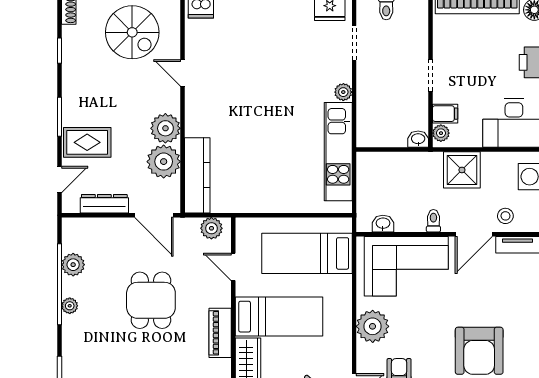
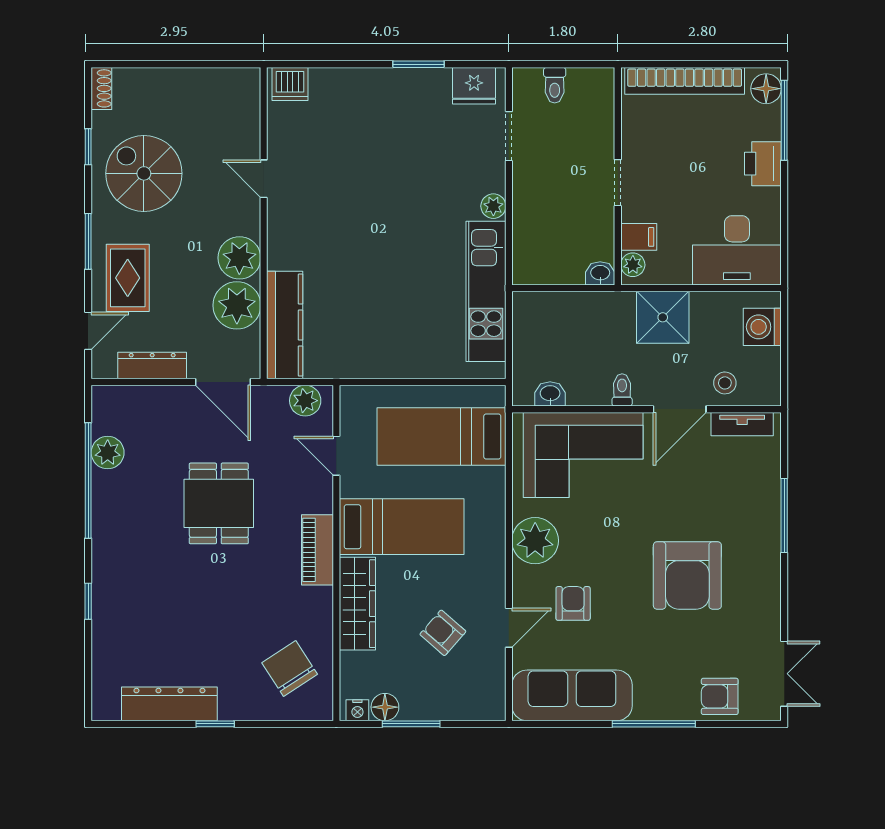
spiral stairs: (132, 32) -> (144, 173), moved, turned 180
rug: (87, 142) -> (128, 278), turned 90
plant: (70, 306) -> (103, 511), removed

